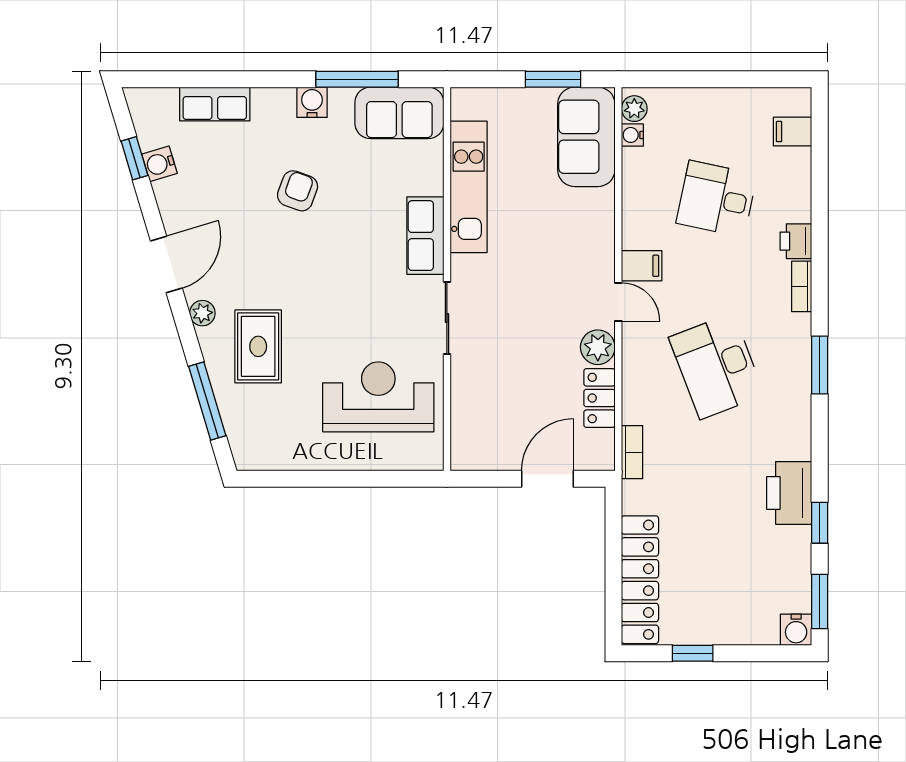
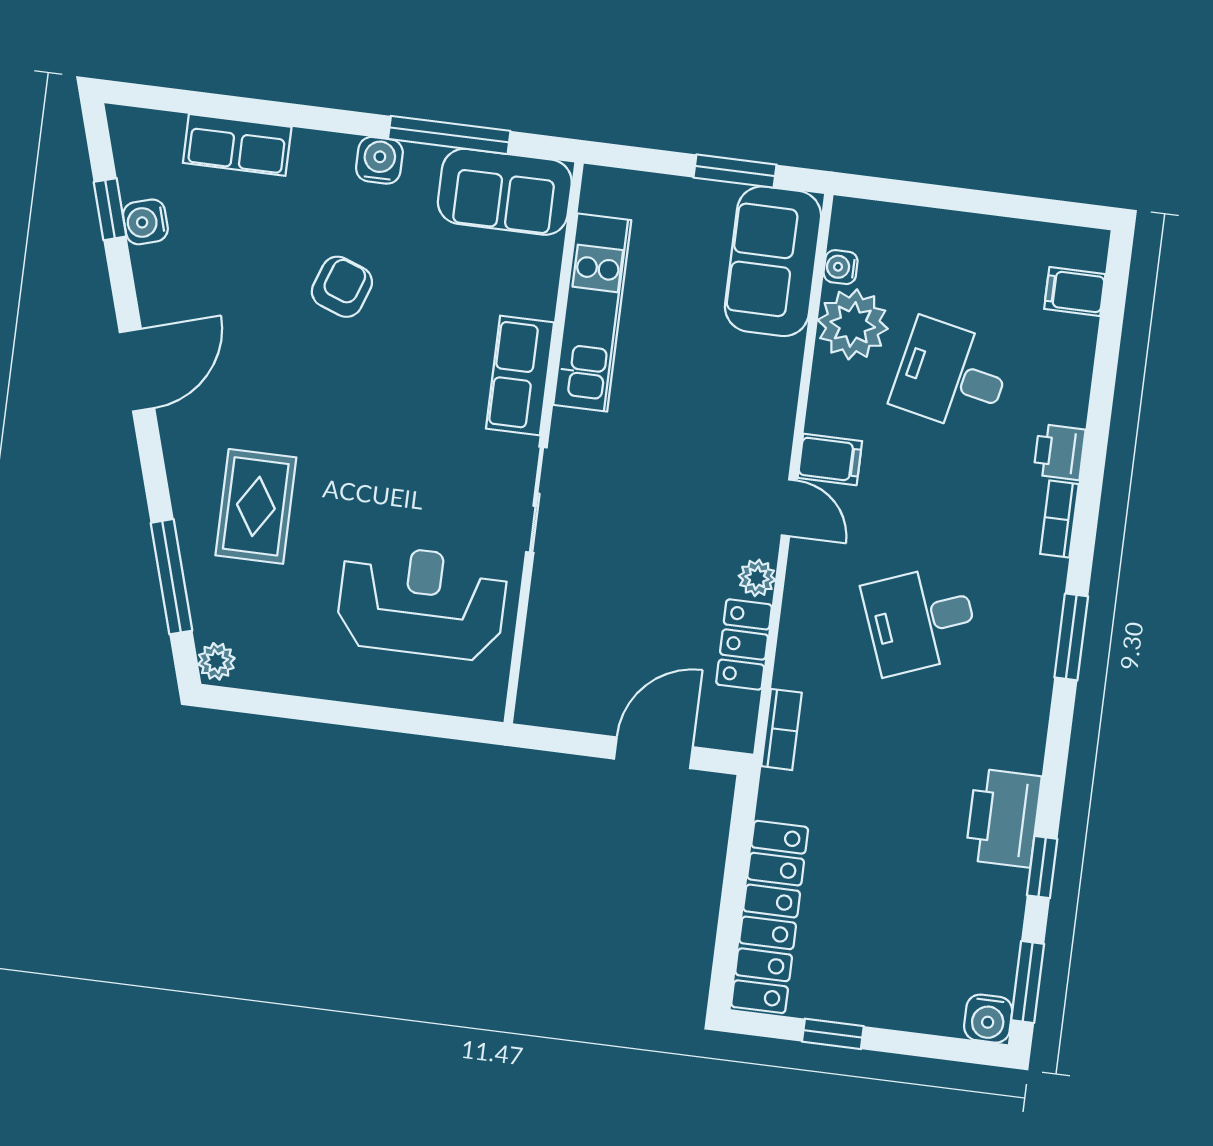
plant: (634, 109) -> (853, 324), moved, width x1.87, depth x1.87
plant: (202, 313) -> (216, 661), moved
plant: (598, 347) -> (757, 578), width x0.73, depth x0.73
desk: (717, 366) -> (921, 620), width x0.73

